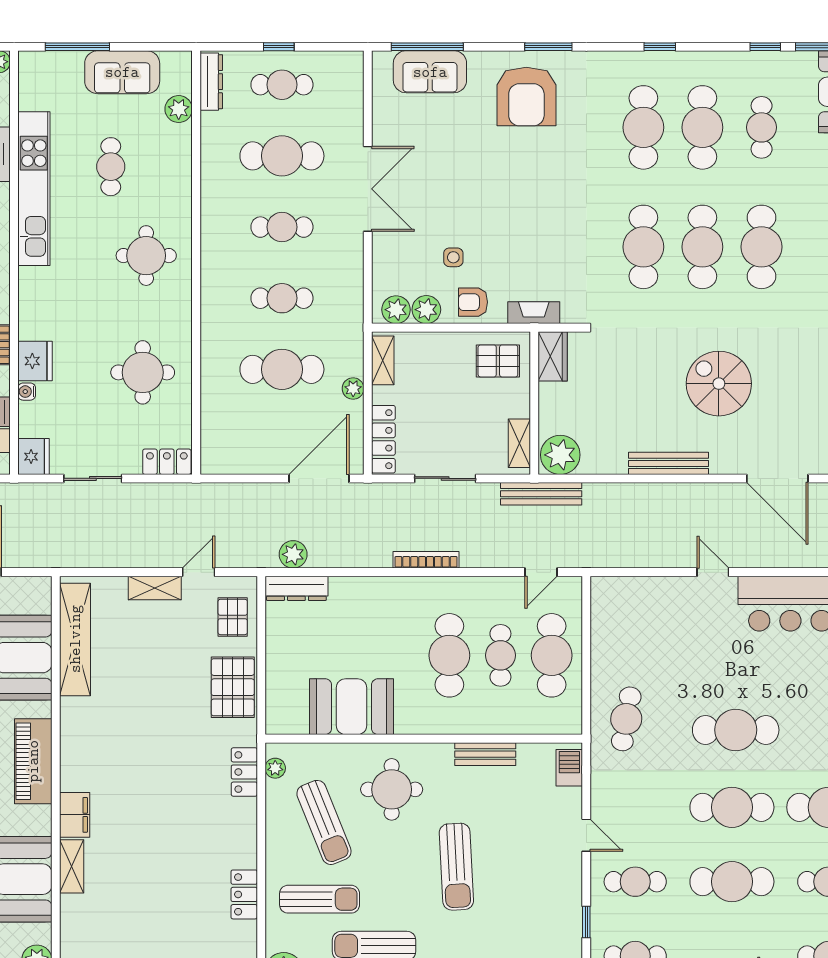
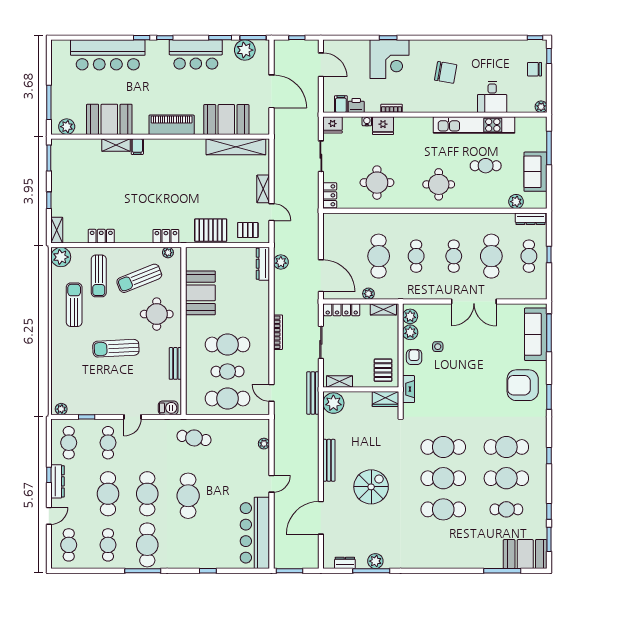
sofa: (430, 72) -> (536, 334), width x1.36
plant: (637, 586) -> (264, 444), added
filing cabinet: (75, 815) -> (137, 147), width x0.50

